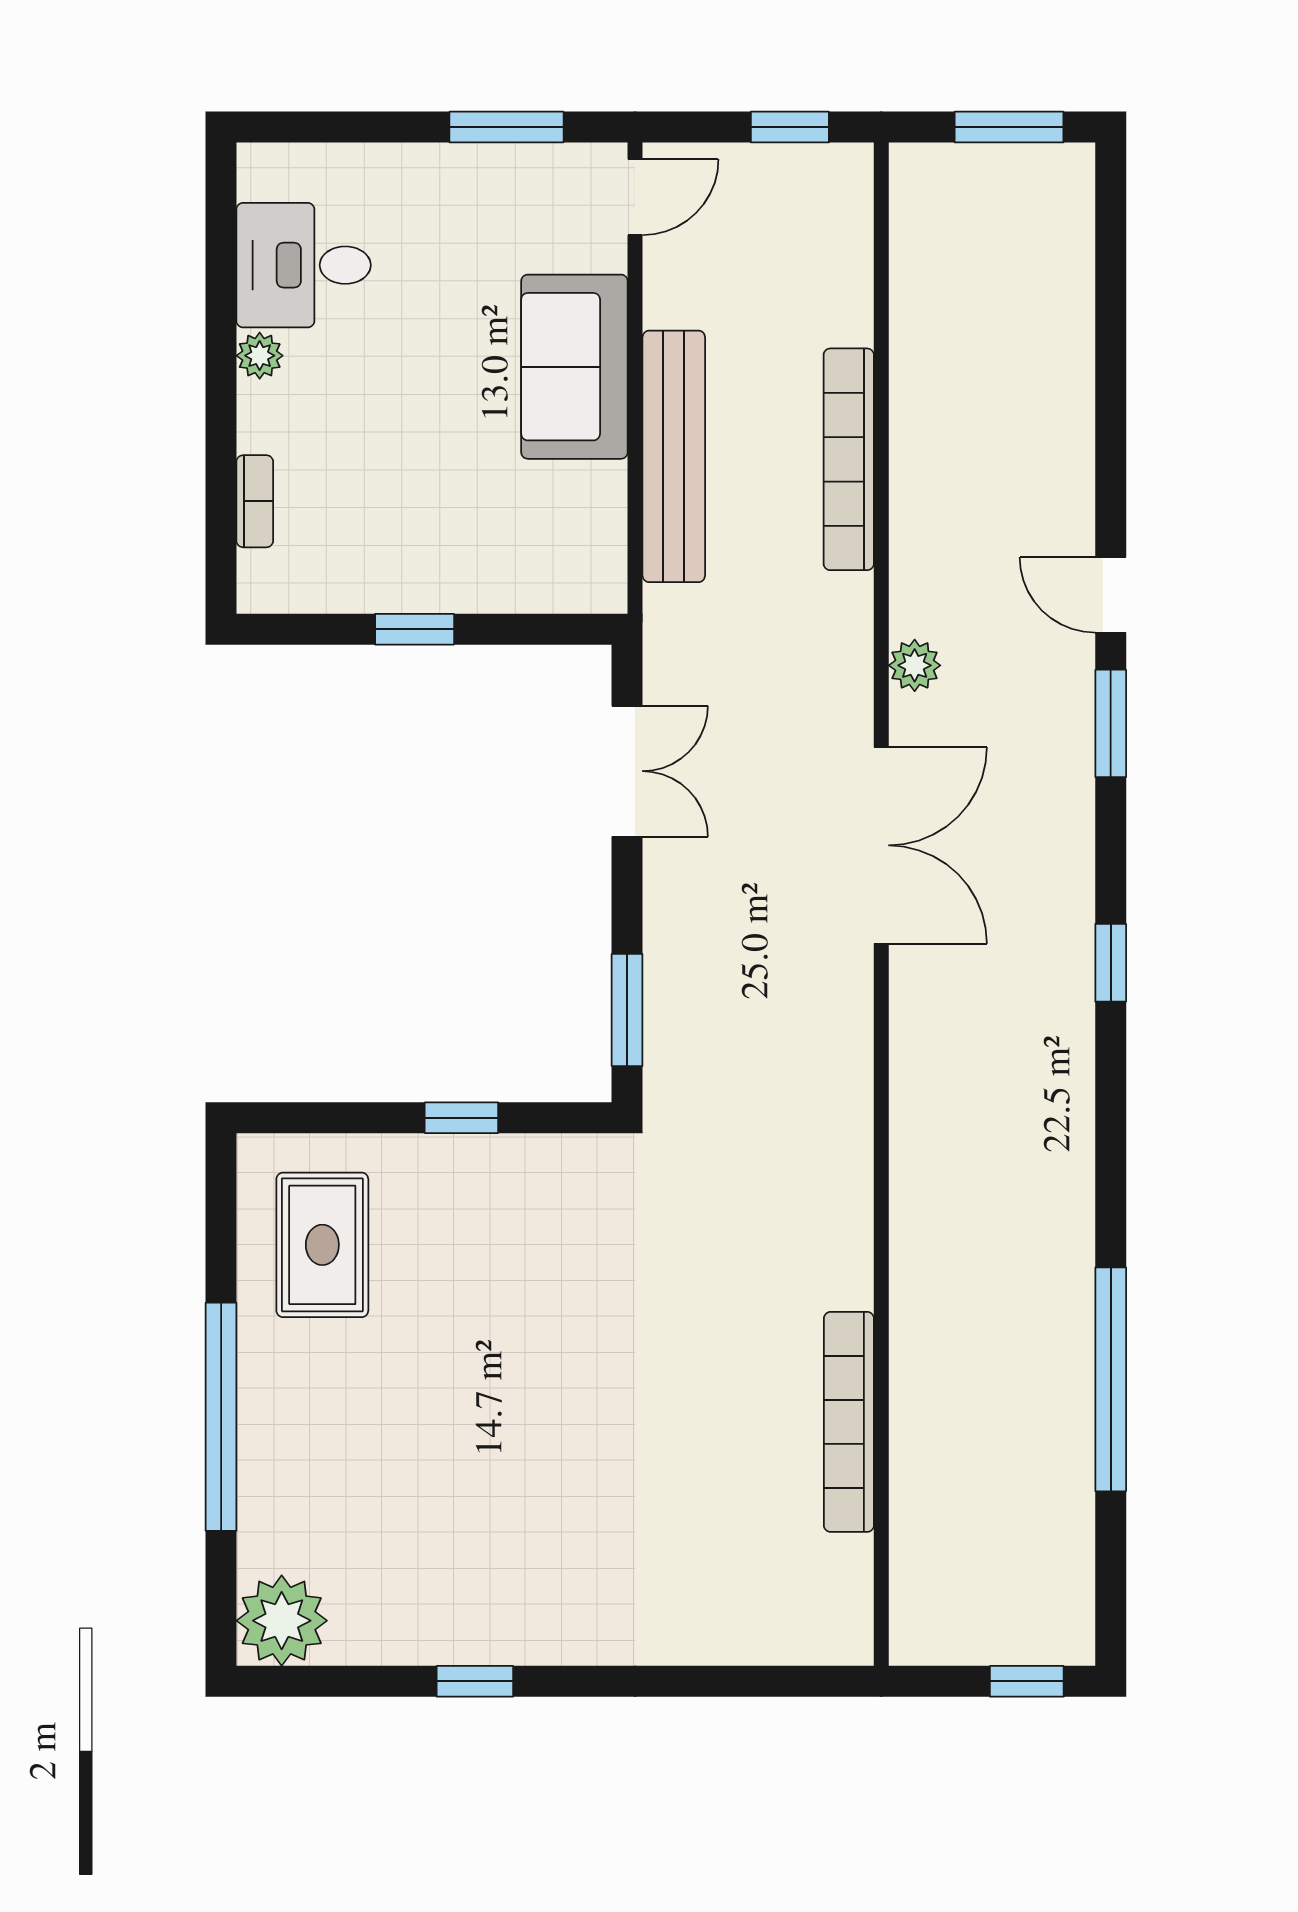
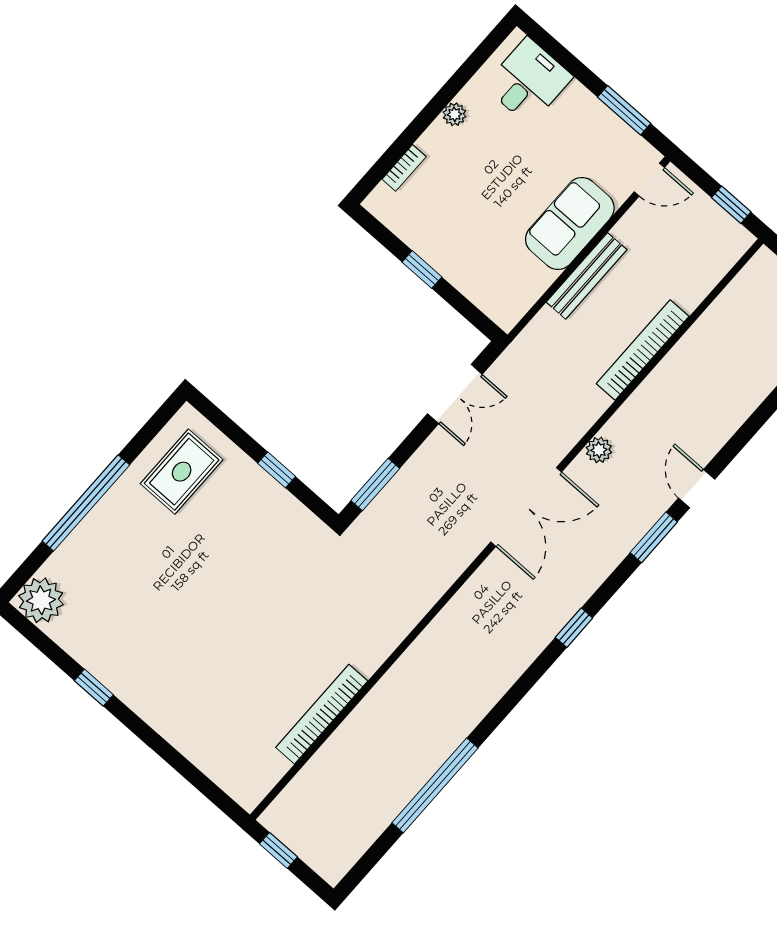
desk: (304, 265) -> (528, 81), moved, turned 90
bench: (674, 456) -> (587, 276), width x0.73, depth x0.82
window: (1027, 1681) -> (278, 850), moved

